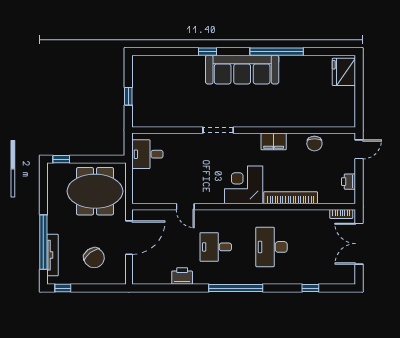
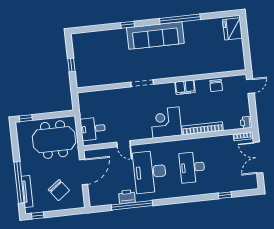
desk: (147, 154) -> (93, 129), moved
printer: (349, 182) -> (246, 122), moved
desk: (216, 247) -> (150, 172), width x1.87, depth x1.30
window: (236, 288) -> (132, 205), moved

